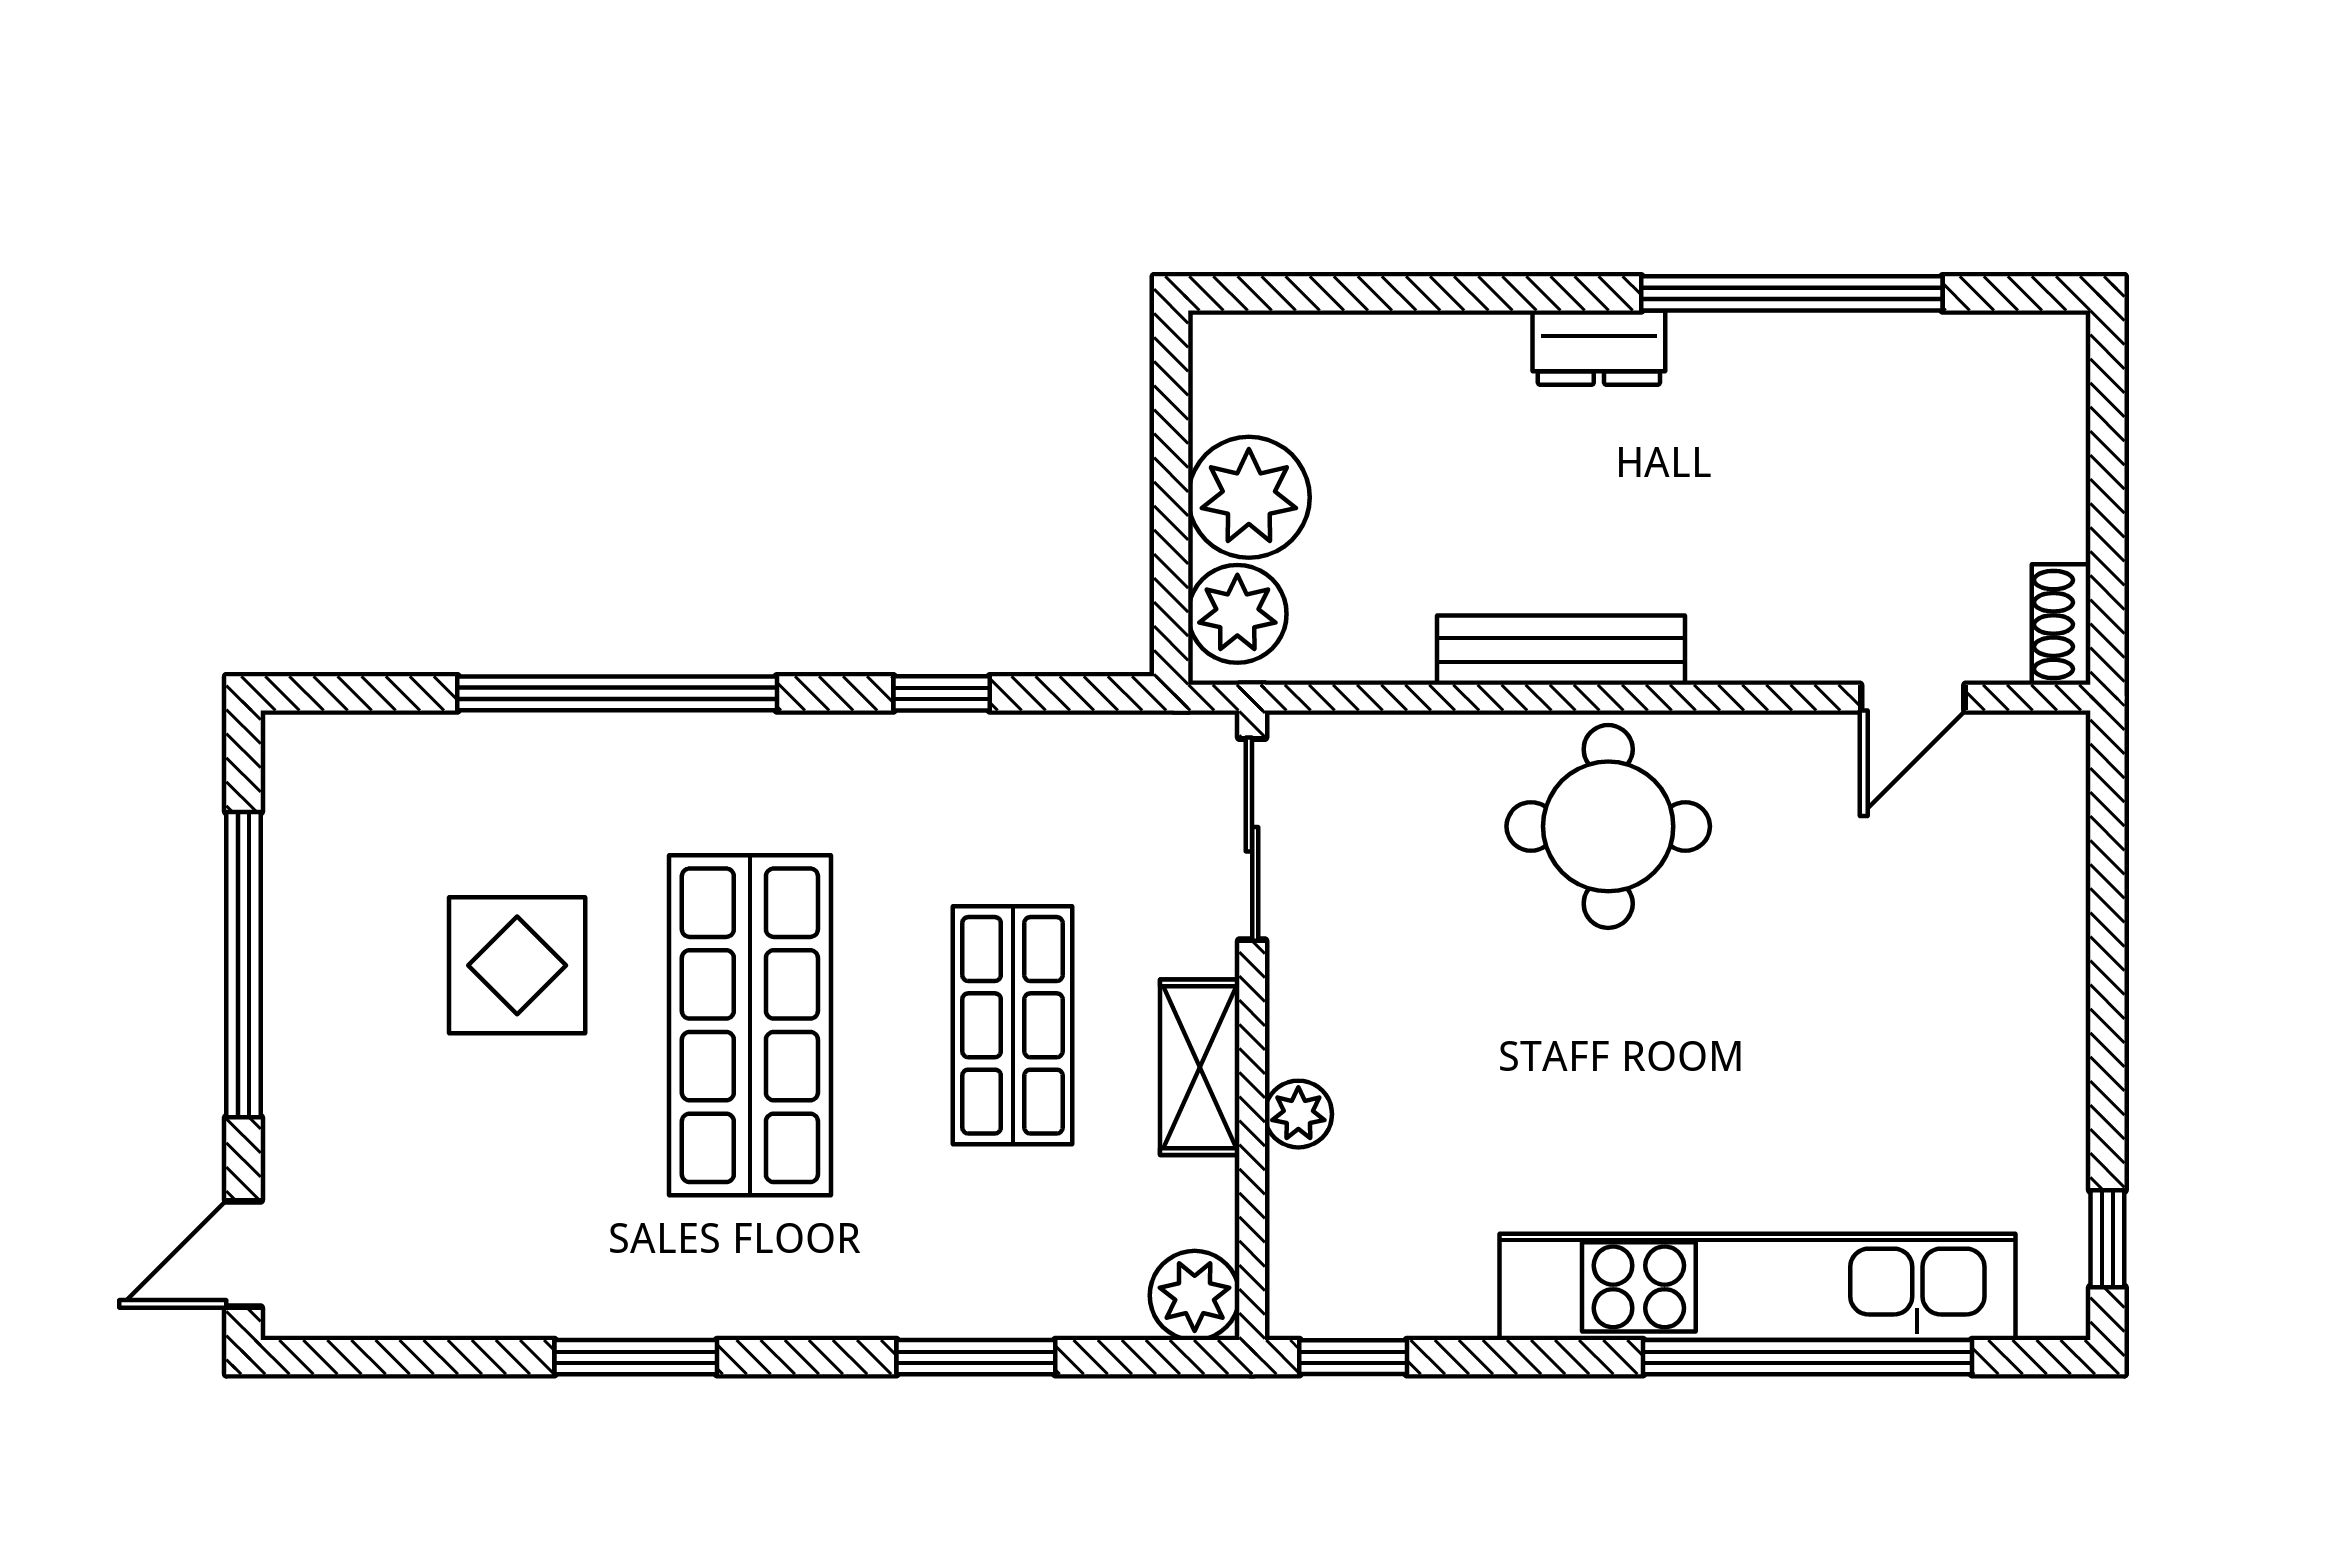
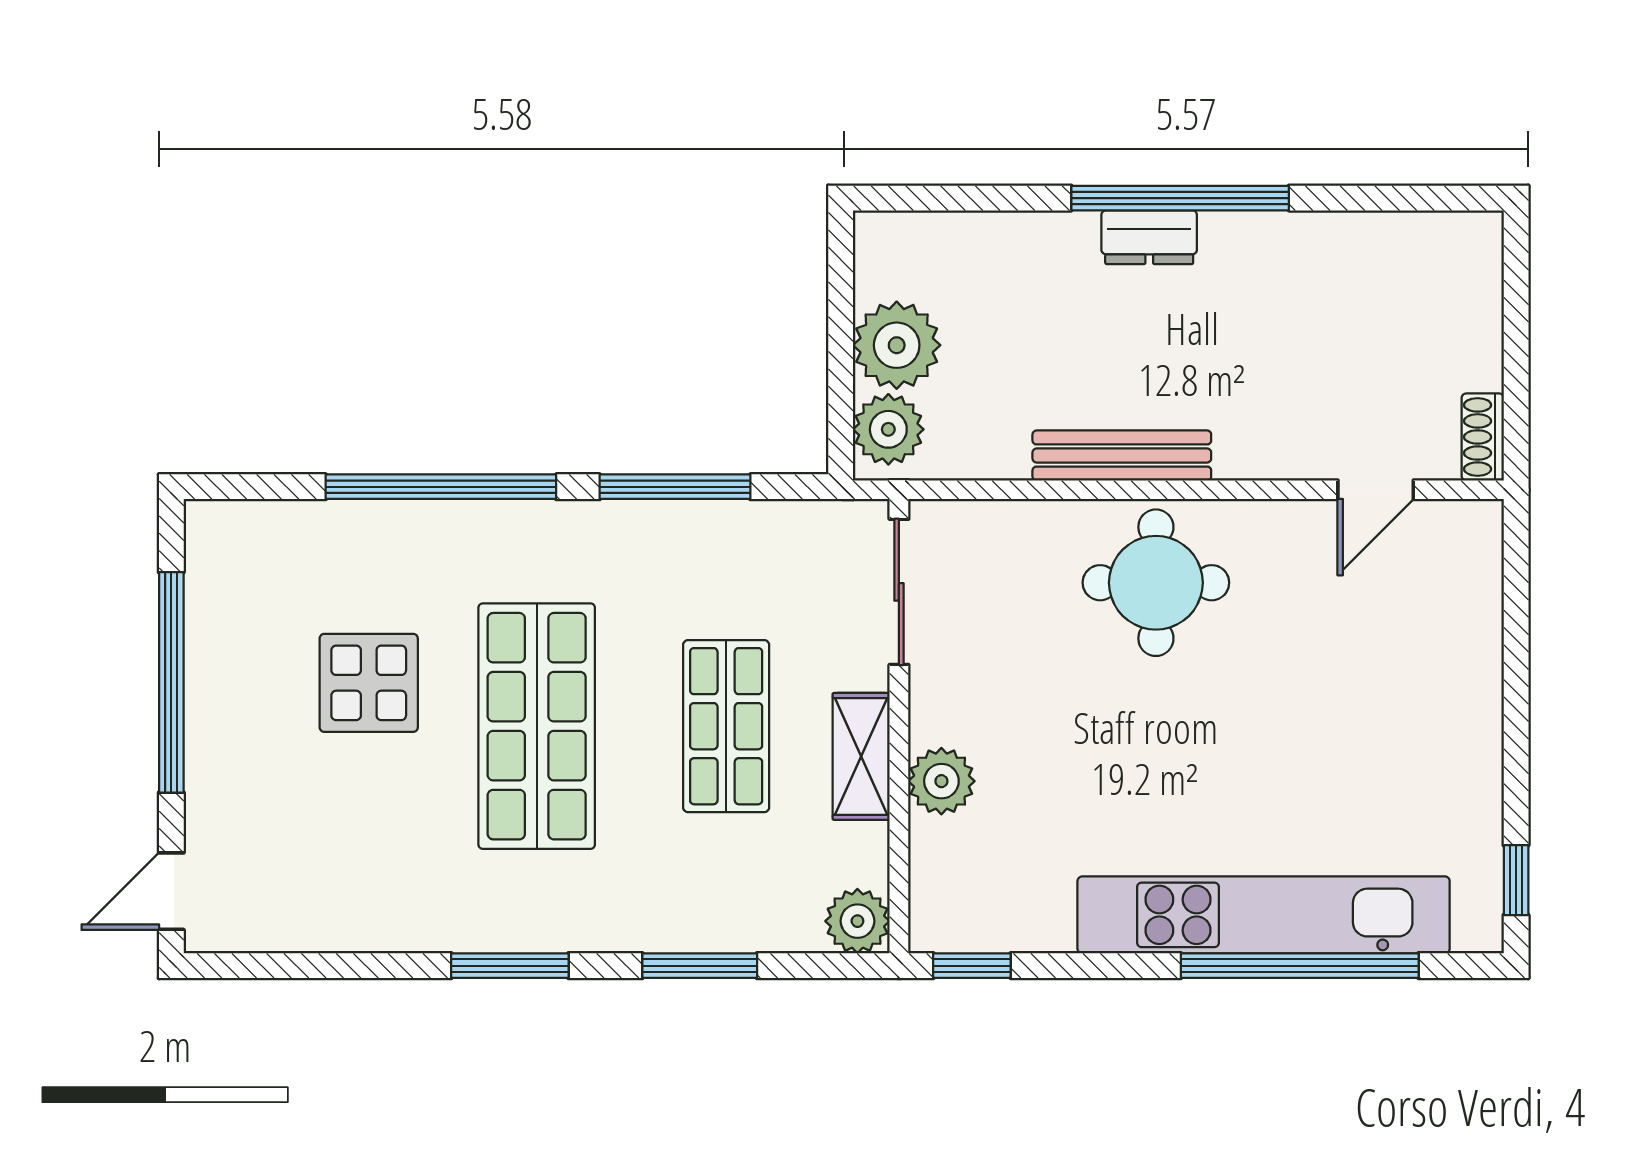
window: (1792, 293) -> (1180, 198), moved
window: (942, 693) -> (675, 487), width x2.17
plant: (1298, 1114) -> (941, 781), width x1.38, depth x1.38
window: (636, 1357) -> (510, 966), moved

